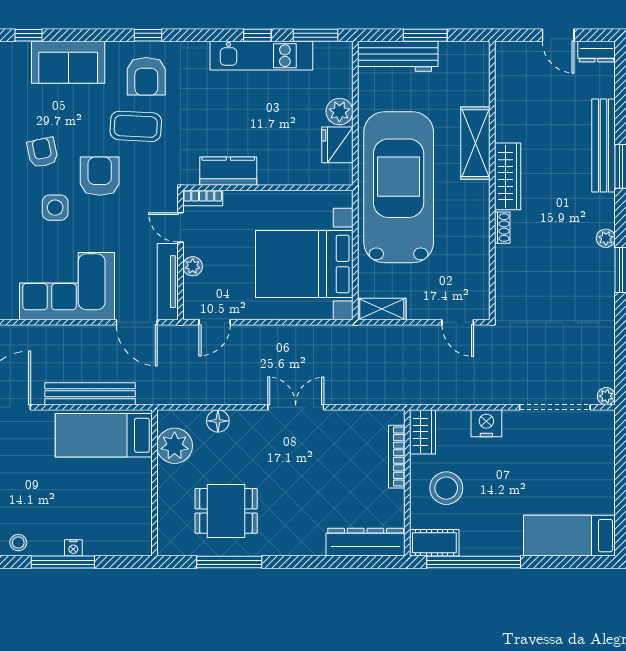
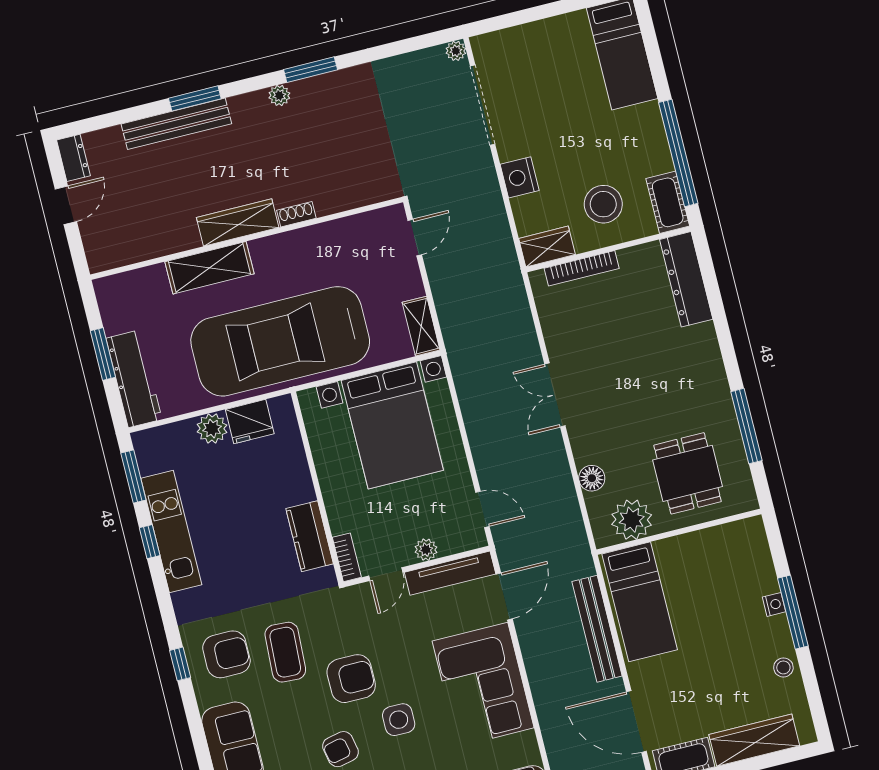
armchair: (100, 176) -> (351, 679), turned 180
dining table: (226, 511) -> (688, 473), moved

